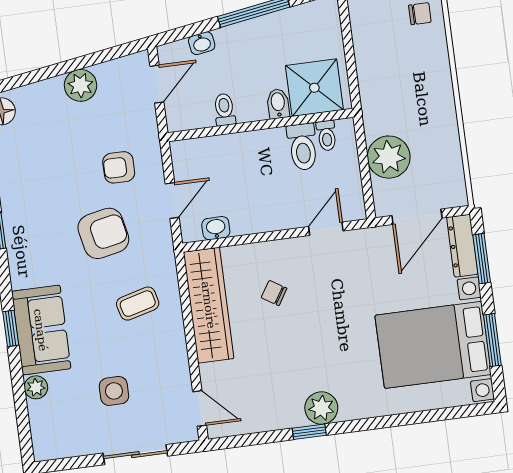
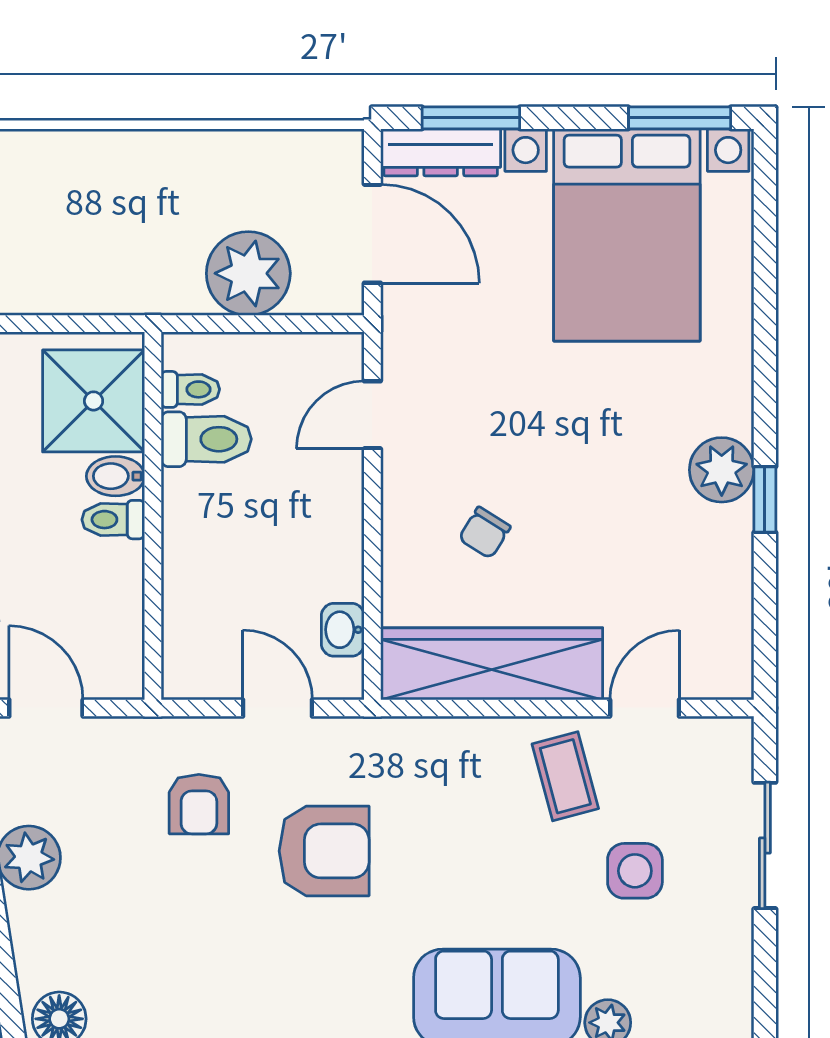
toilet: (224, 110) -> (113, 520), moved
door: (326, 229) -> (372, 415), hinge flipped
armchair: (103, 233) -> (324, 851), turned 102
coffee table: (138, 304) -> (565, 776), moved
window: (492, 340) -> (680, 118), moved
door: (200, 408) -> (645, 708), moved

